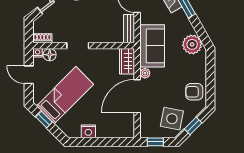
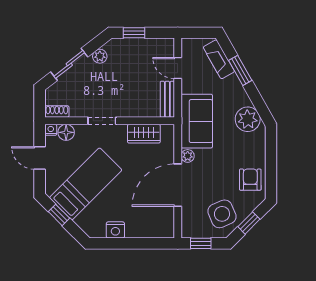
wardrobe: (127, 61) -> (144, 134), moved, turned -90
armchair: (194, 92) -> (250, 180), turned 90
side table: (172, 119) -> (222, 214), turned -34

